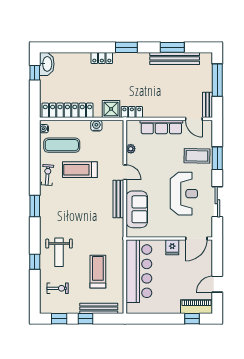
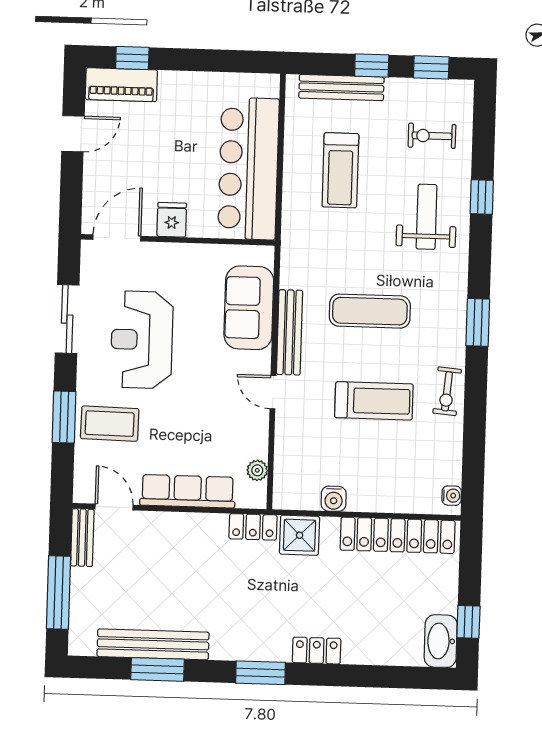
exercise mat: (62, 145) -> (370, 311), moved
plant: (131, 149) -> (257, 470), moved

